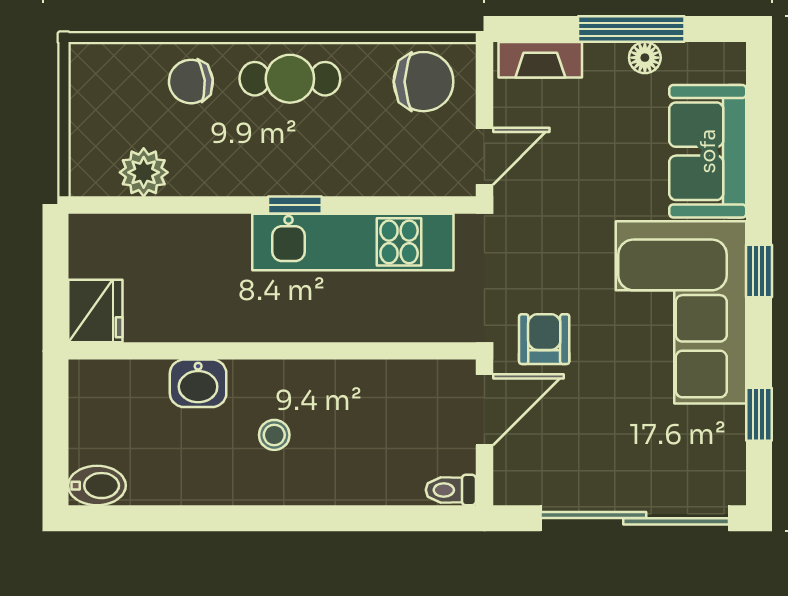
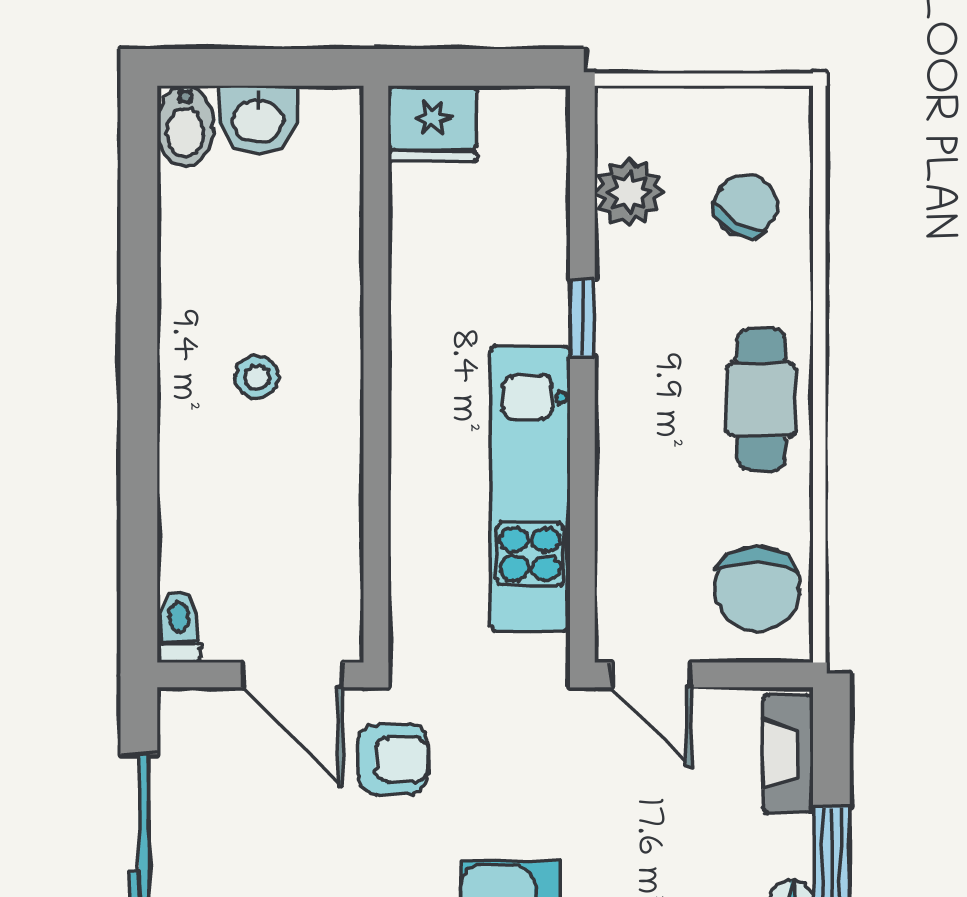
chair: (191, 82) -> (746, 206), moved, turned 35
window: (295, 205) -> (582, 318), moved
washbasin: (198, 383) -> (258, 119), moved, turned -90

